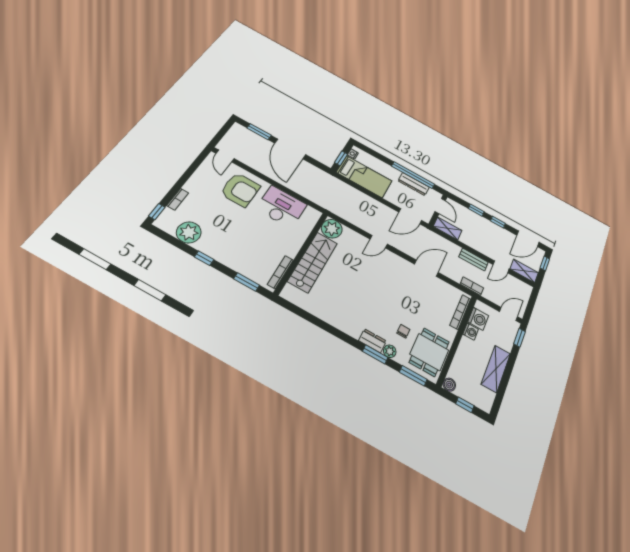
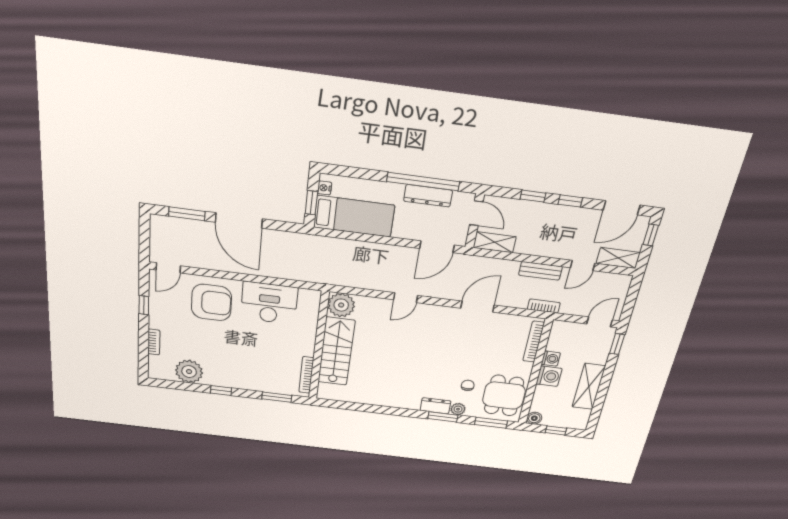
door: (225, 156) -> (168, 268), hinge flipped
window: (157, 212) -> (144, 305), moved
washing machine: (478, 319) -> (549, 376), moved

